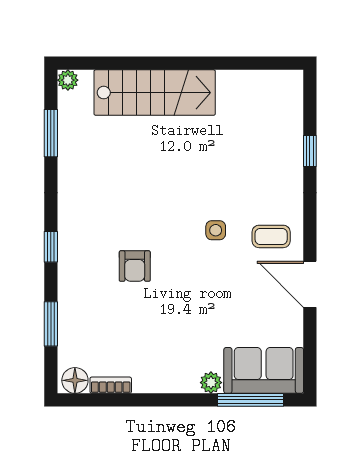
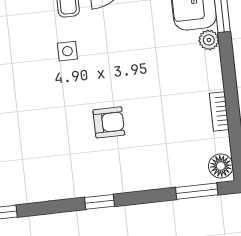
window: (51, 324) -> (197, 191), moved
bookcase: (111, 385) -> (219, 111), moved

